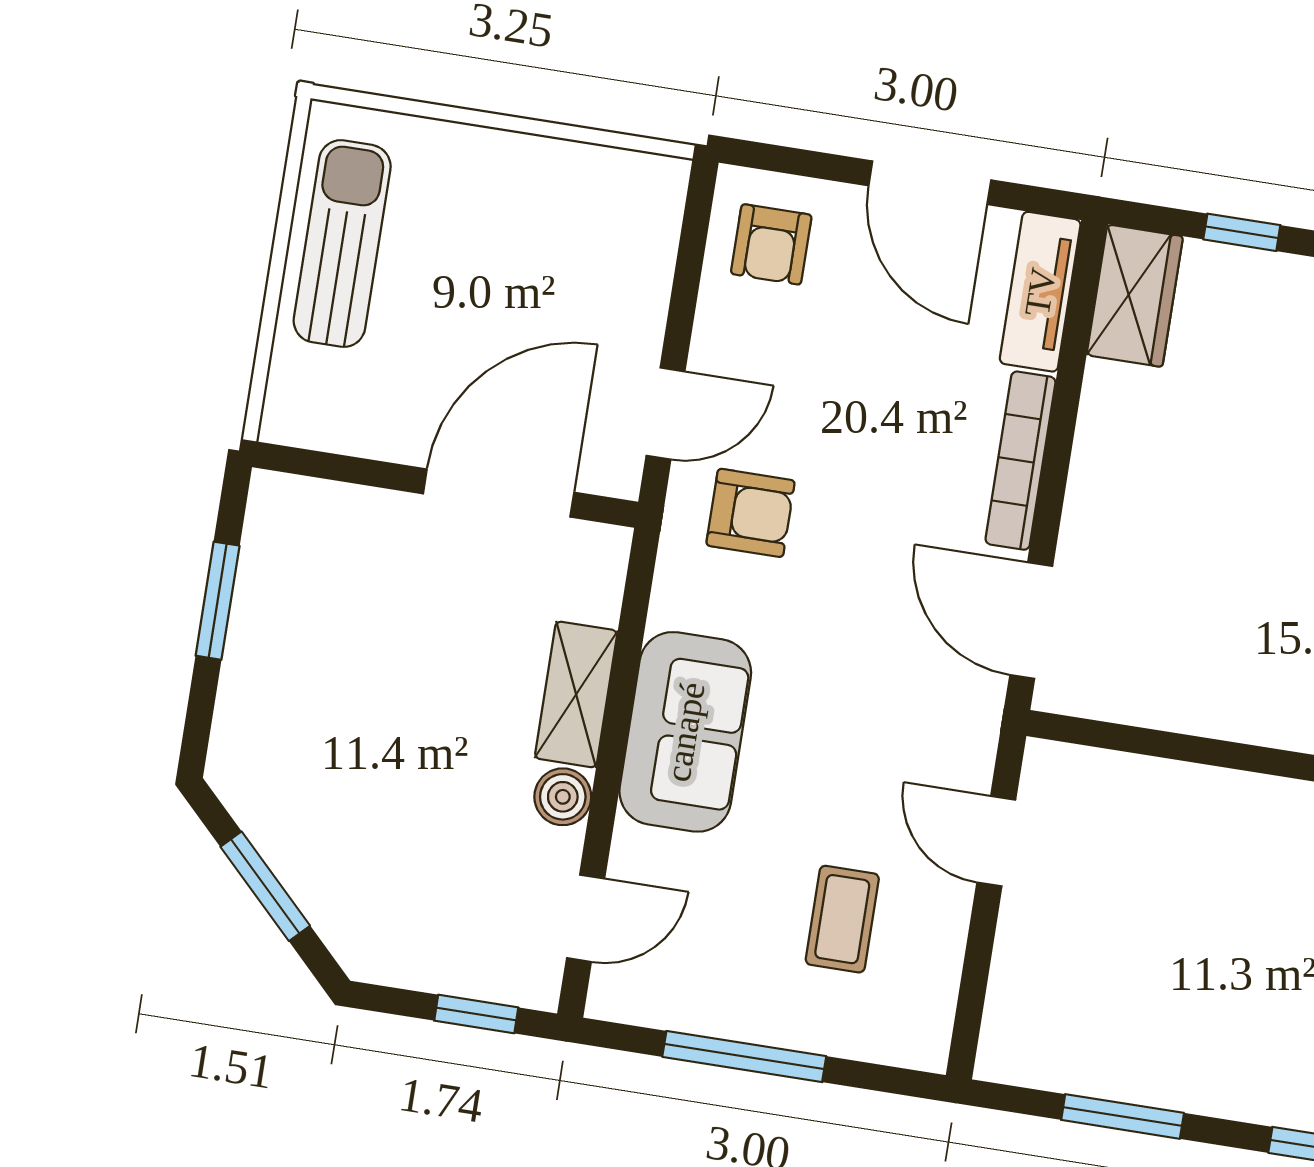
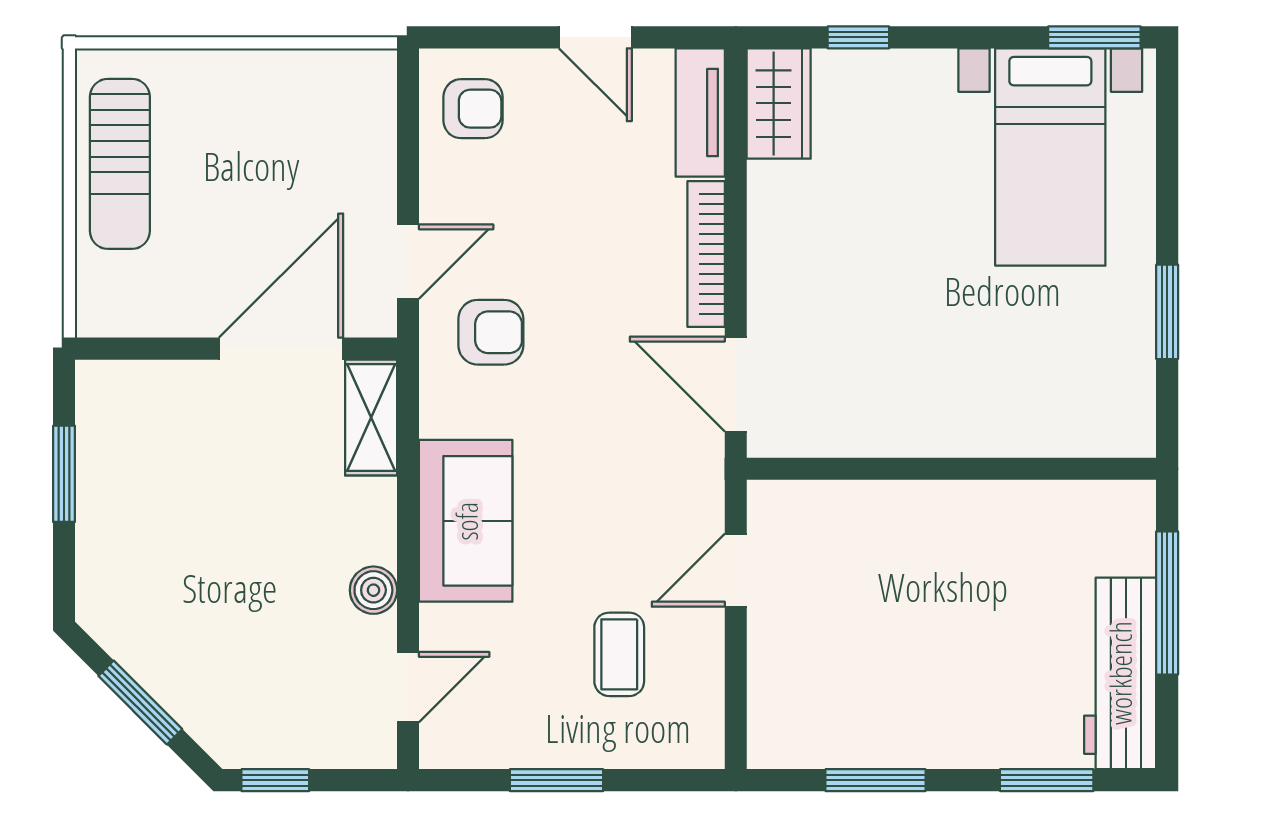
door: (930, 183) -> (595, 37), width x0.73
sun lounger: (342, 244) -> (120, 164), turned 180
armchair: (771, 244) -> (473, 109), turned -90
shelving: (576, 694) -> (371, 417), moved
door: (996, 841) -> (736, 570), hinge flipped
window: (476, 1014) -> (275, 780), moved
window: (744, 1057) -> (557, 780), width x0.69

